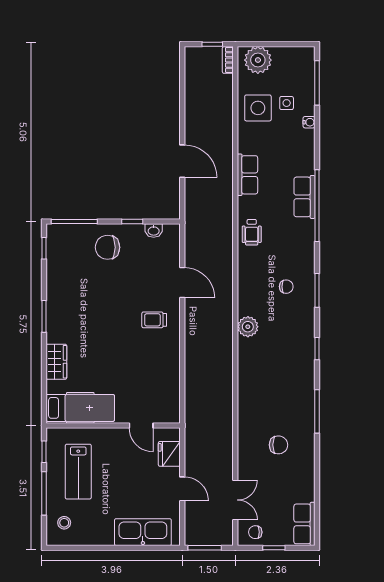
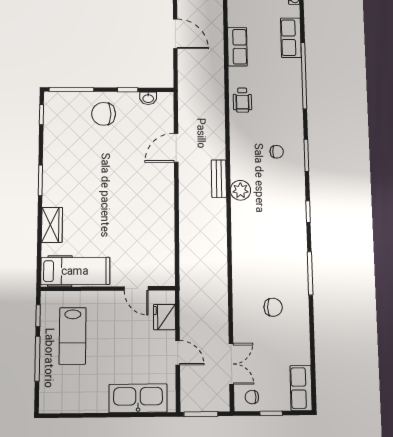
row of seats: (304, 197) -> (291, 38), moved
door: (182, 283) -> (176, 148), swing flipped
bench: (226, 315) -> (219, 179), added
trolley: (154, 320) -> (149, 184), removed
stool: (64, 523) -> (58, 389), removed

